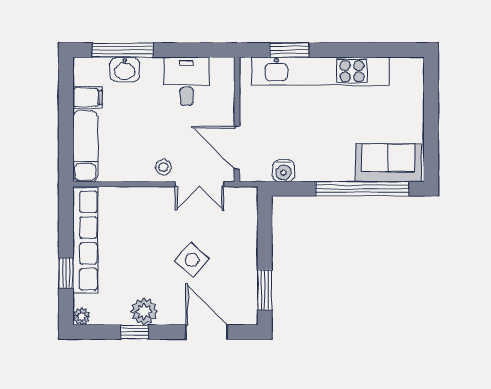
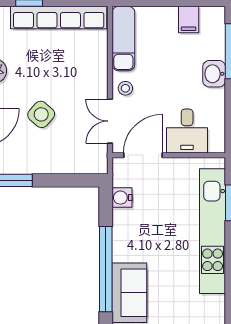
washbasin: (125, 69) -> (214, 74), moved
desk: (187, 81) -> (187, 131), moved, turned 90
exam couch: (85, 146) -> (123, 39), moved, turned -90

